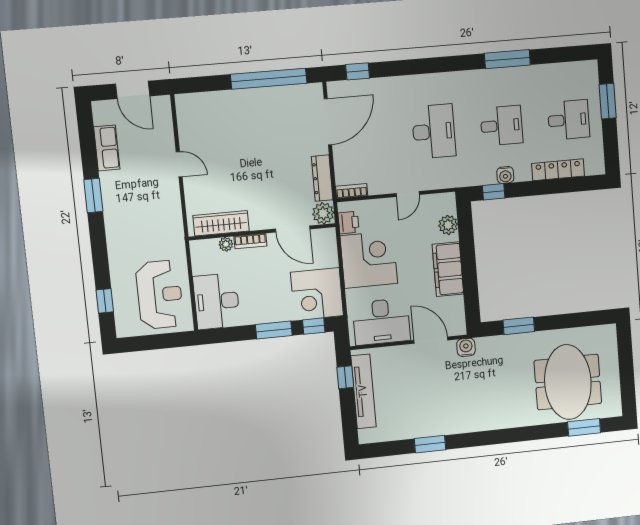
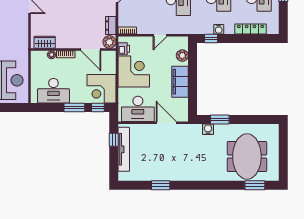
dresser: (322, 178) -> (111, 26), width x0.70
wardrobe: (221, 223) -> (45, 42), width x0.67
desk: (217, 301) -> (53, 91), moved, turned -90
water cooler: (466, 347) -> (208, 129), moved

